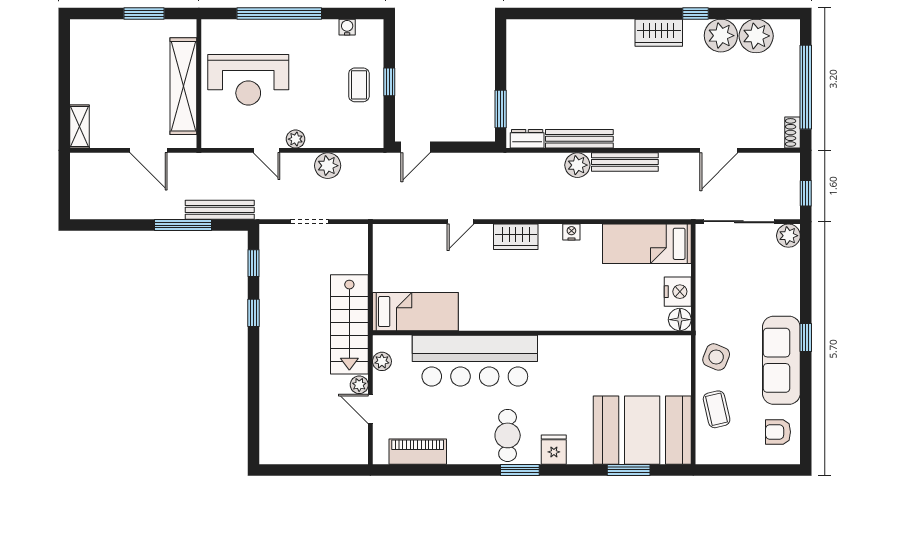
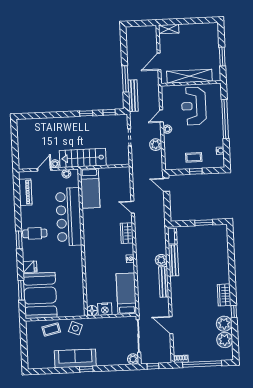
window: (501, 109) -> (204, 223), moved
armchair: (778, 432) -> (42, 358), removed
fridge: (554, 450) -> (30, 267), moved

